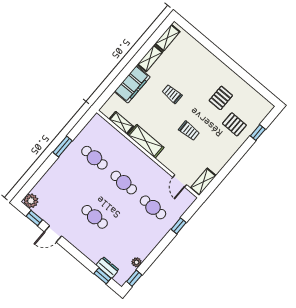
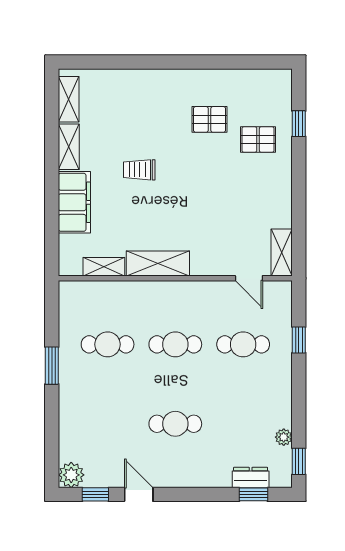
pallet: (221, 98) -> (210, 119), turned 90
trolley: (189, 131) -> (204, 200), removed
door: (53, 234) -> (139, 494), swing flipped

